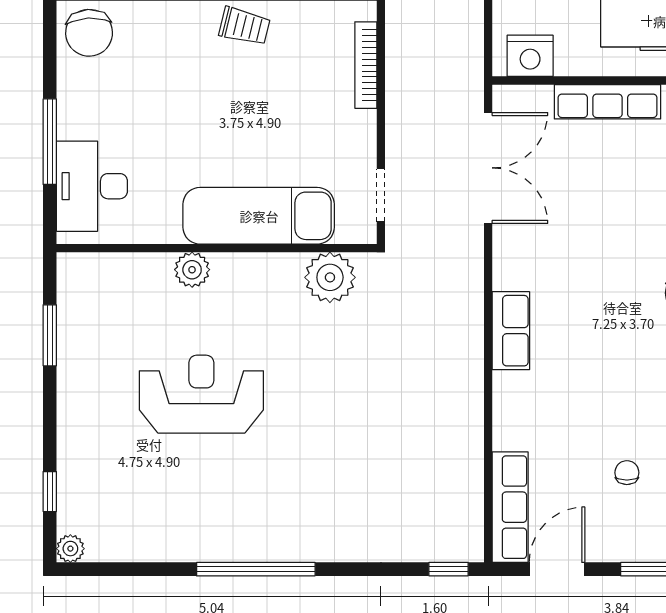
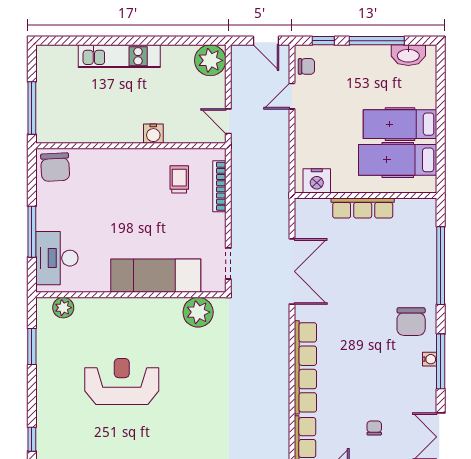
trolley: (244, 26) -> (179, 179), moved, turned -104
double door: (488, 168) -> (292, 271), moved
plant: (192, 270) -> (63, 308), moved
row of seats: (511, 331) -> (305, 367), width x2.02

